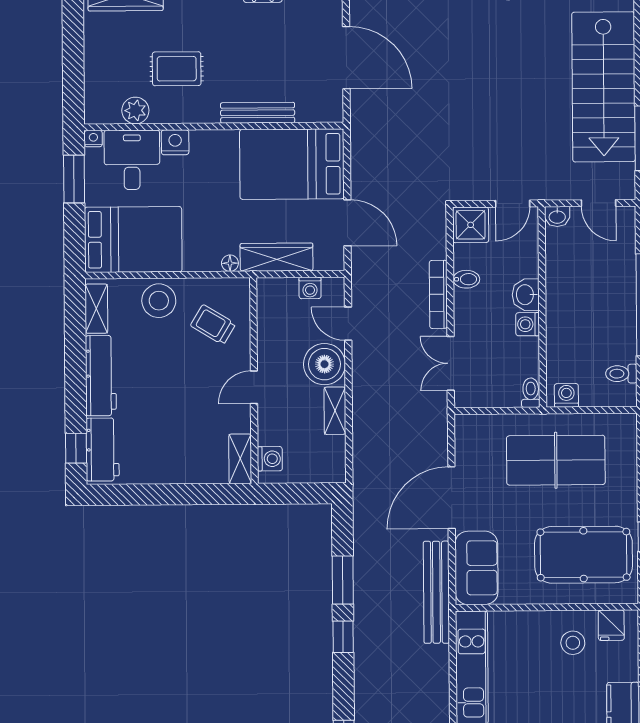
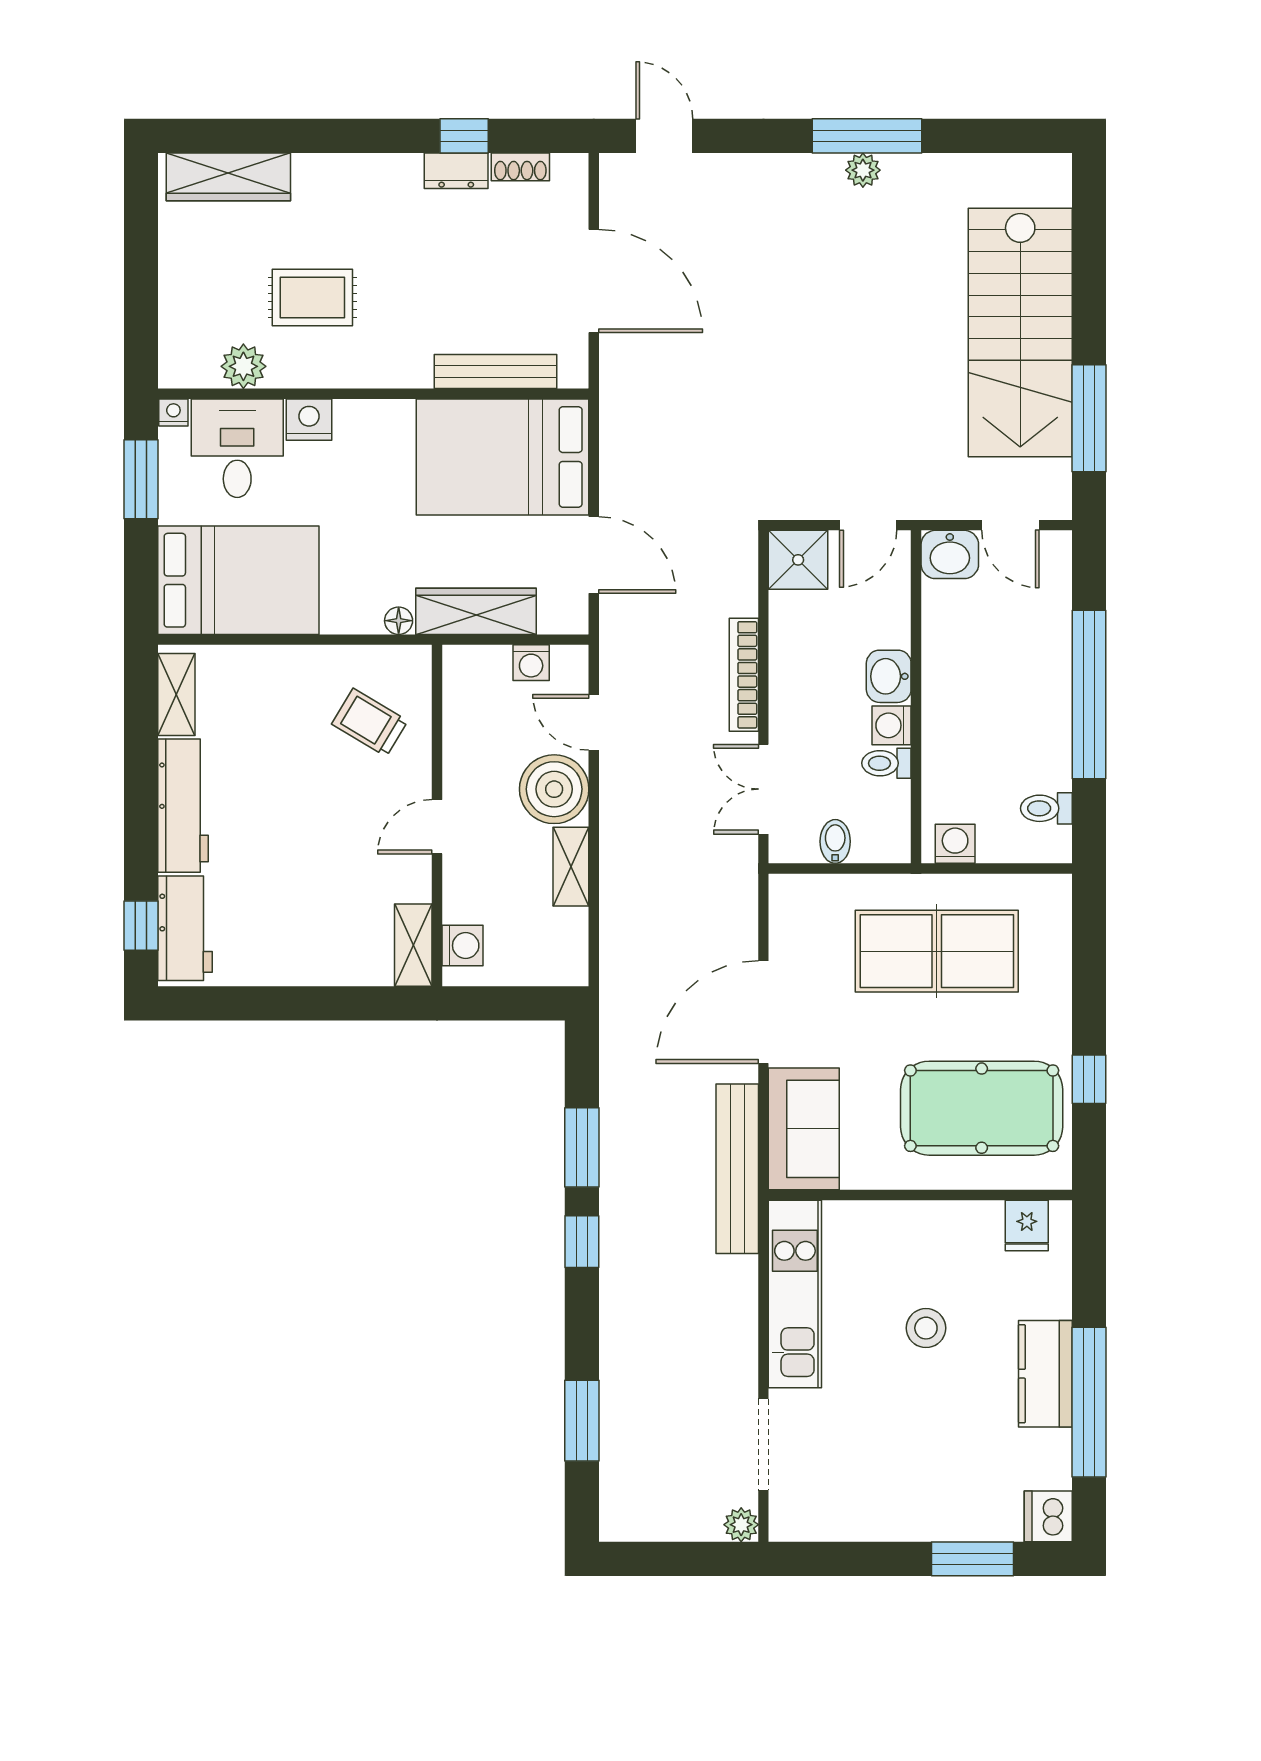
bench: (258, 113) -> (496, 371), moved
washbasin: (557, 216) -> (950, 554), width x1.38, depth x1.45
bidet: (466, 279) -> (835, 841), moved, turned -90
stool: (159, 301) -> (280, 682), removed
toilet: (531, 393) -> (886, 763), moved, turned -90
stool: (573, 643) -> (926, 1328), moved

